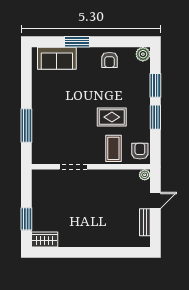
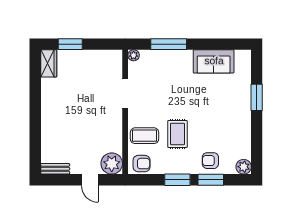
sofa: (57, 58) -> (214, 61), moved, turned -90
armchair: (110, 60) -> (210, 161), moved
plant: (37, 159) -> (134, 55), added
plant: (145, 175) -> (112, 164), width x1.88, depth x1.88
bench: (145, 222) -> (55, 169), moved

